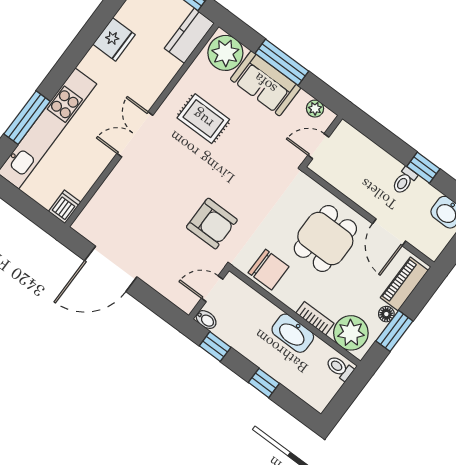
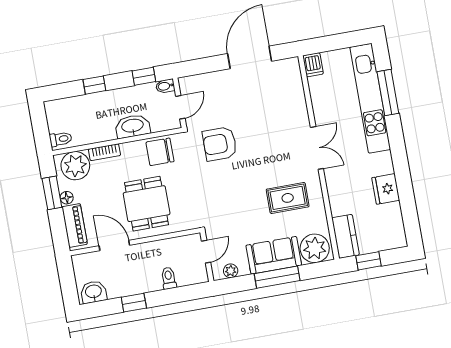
toilet: (404, 181) -> (169, 278), moved
washbasin: (293, 333) -> (133, 126), moved

